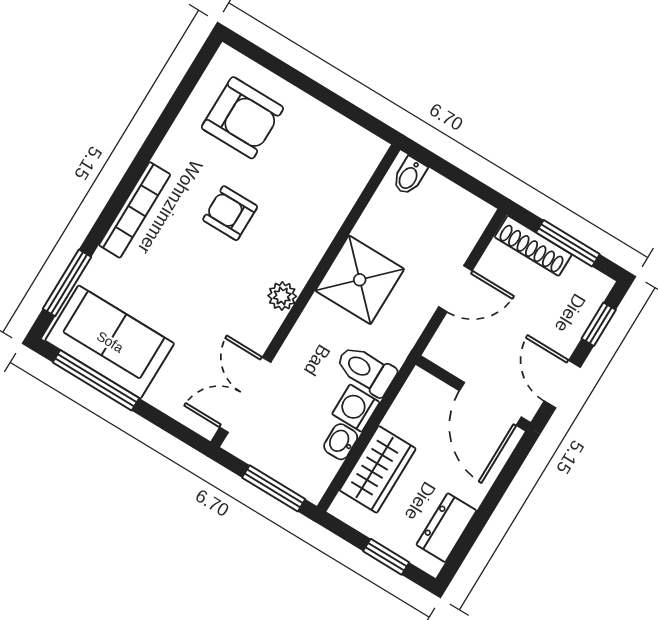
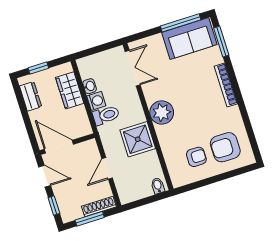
armchair: (230, 213) -> (196, 157), moved
plant: (282, 296) -> (162, 112), width x1.87, depth x1.87
window: (274, 488) -> (93, 51), removed

